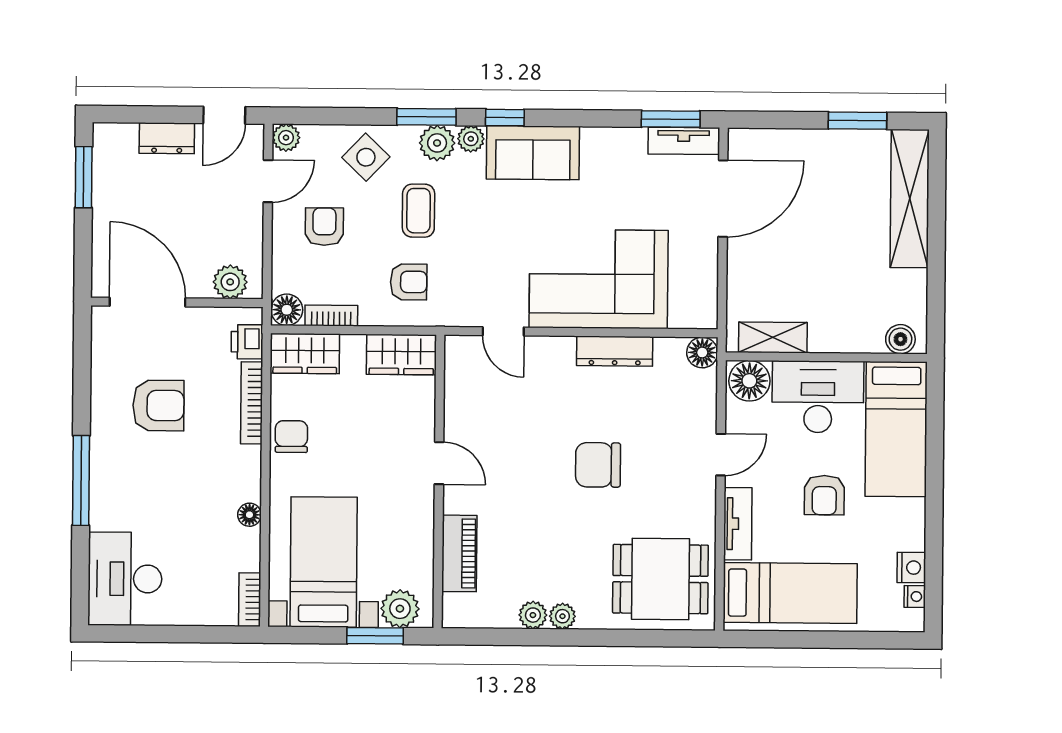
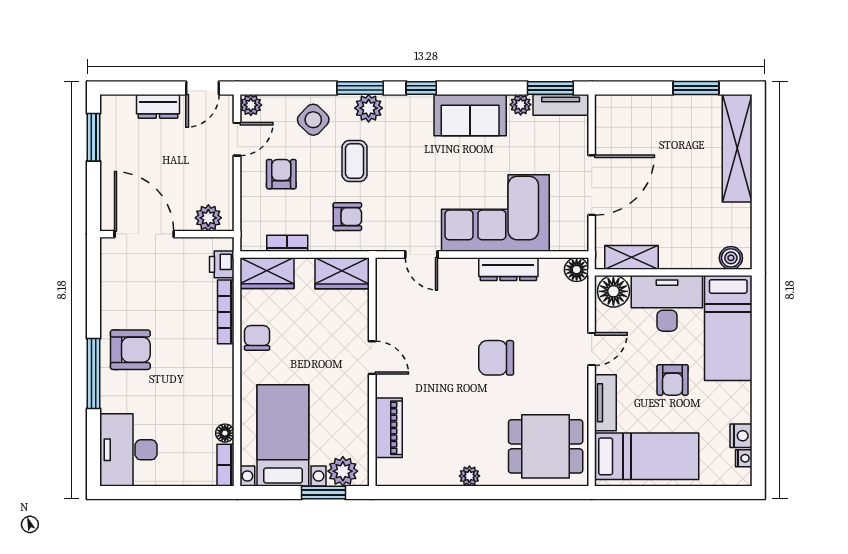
plant: (471, 139) -> (521, 105), moved
sofa: (533, 153) -> (470, 115), moved
door: (723, 199) -> (592, 185), moved
floor lamp: (287, 310) -> (253, 239), removed
armchair: (158, 405) -> (130, 350), moved
floor lamp: (249, 515) -> (225, 433), moved
plant: (533, 615) -> (446, 475), removed

